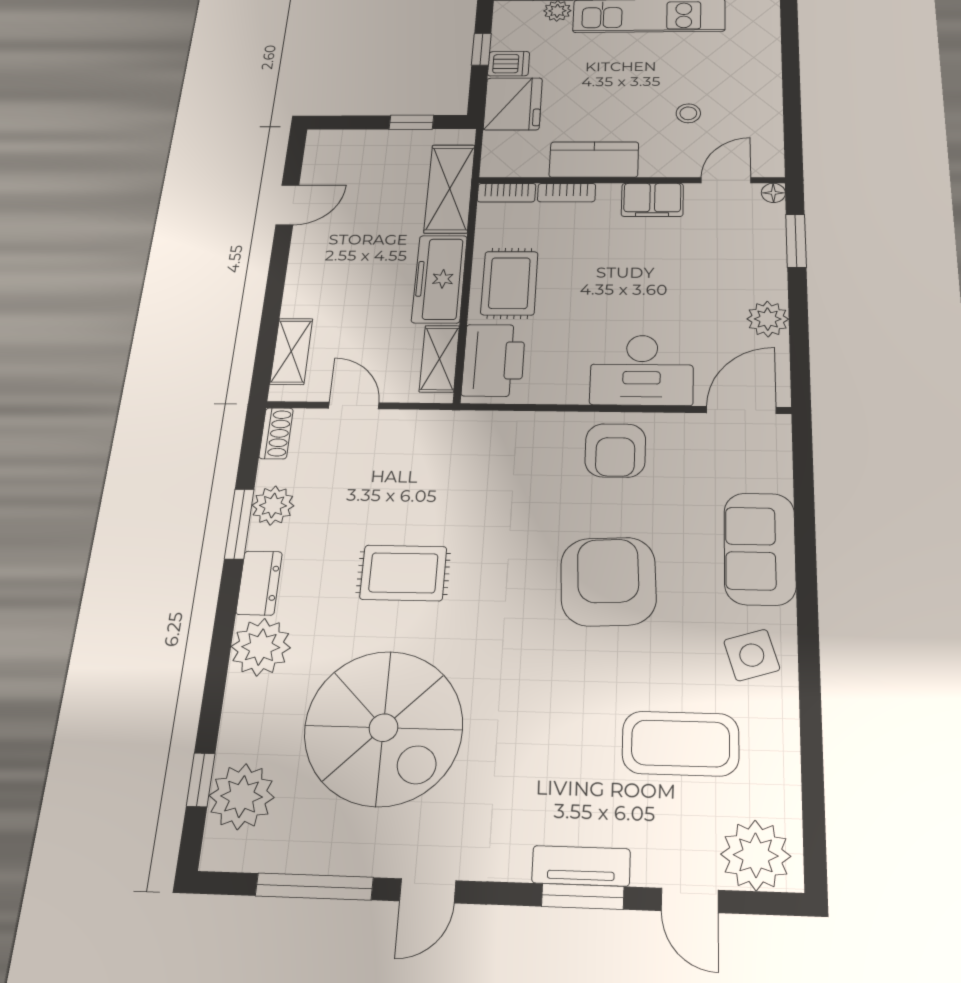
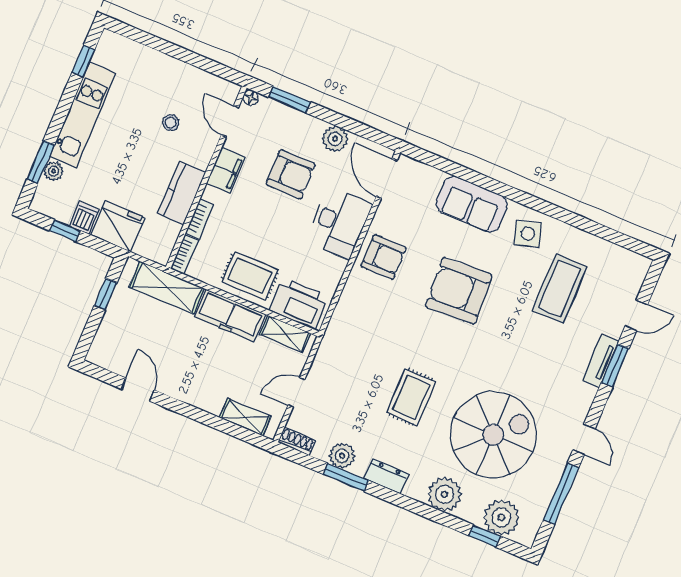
armchair: (685, 281) -> (291, 174), added
plant: (261, 647) -> (445, 494), moved
plant: (756, 855) -> (628, 275), removed

